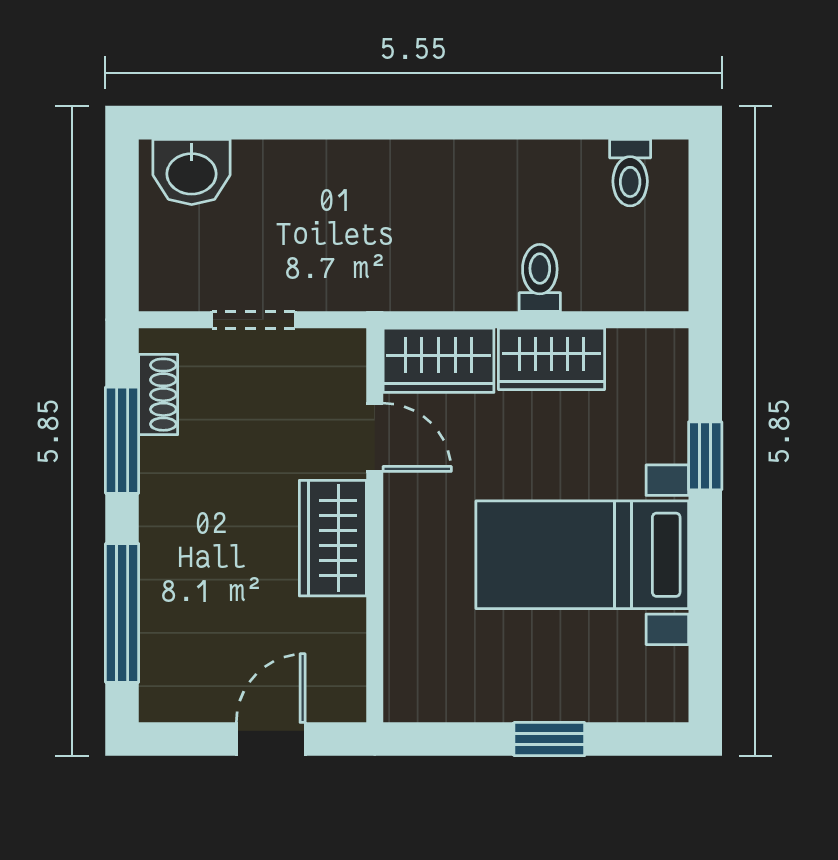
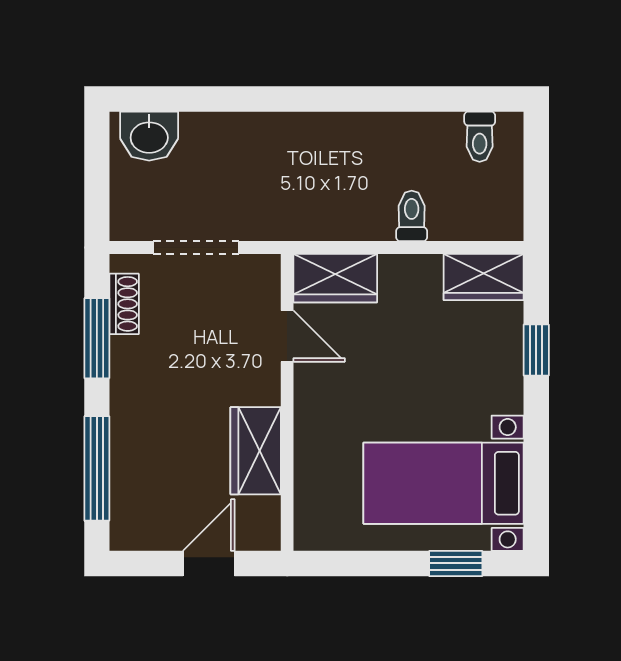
doorway: (254, 320) -> (196, 248), width x1.38
wardrobe: (551, 359) -> (484, 277), moved
wardrobe: (333, 538) -> (256, 451), moved
bed with nightstands: (582, 555) -> (444, 483), moved
window: (549, 739) -> (456, 563), moved

